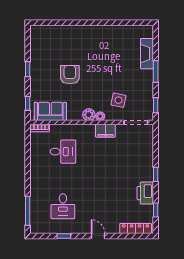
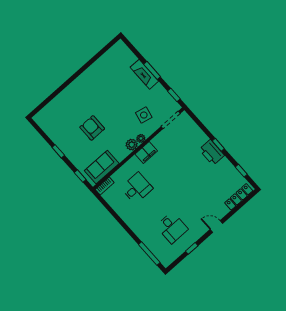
fireplace: (147, 54) -> (144, 74), moved
filing cabinet: (105, 131) -> (146, 152), moved
printer: (145, 193) -> (212, 152), moved

